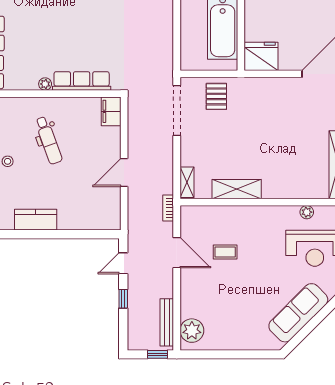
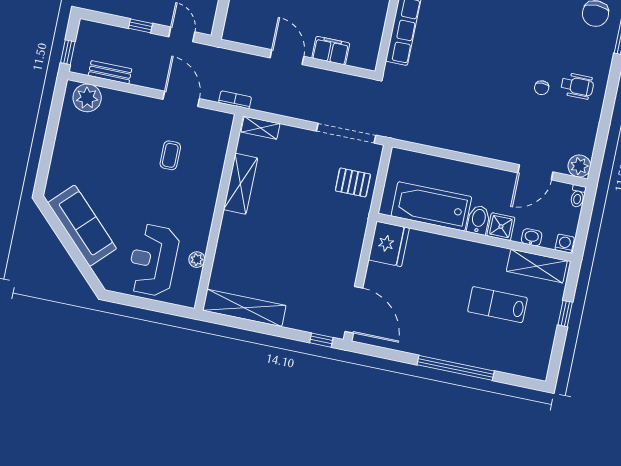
filing cabinet: (111, 111) -> (331, 51), moved
door: (177, 253) -> (181, 99), swing flipped
bench: (167, 322) -> (110, 72), width x0.73

